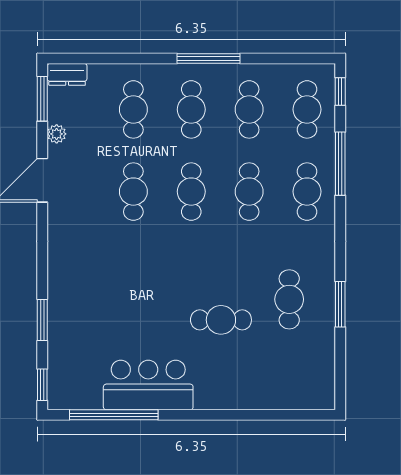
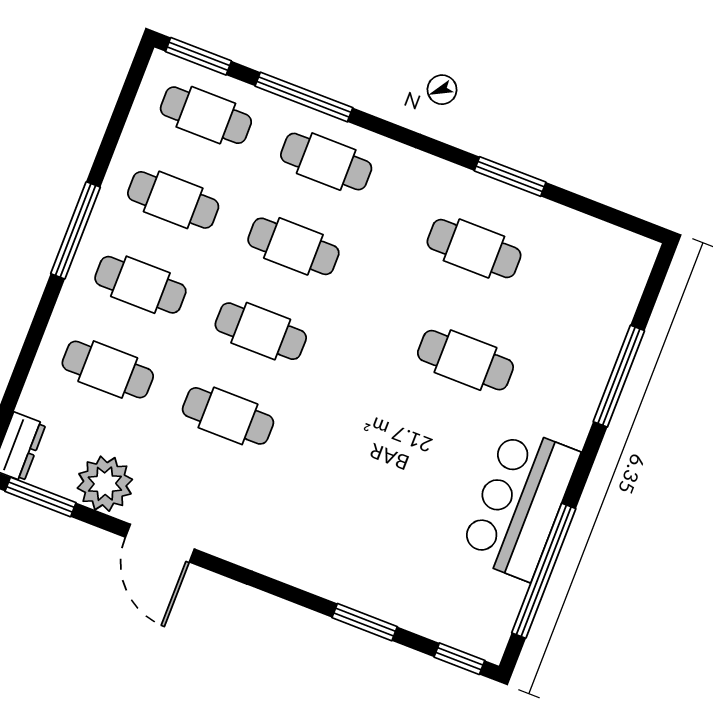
window: (340, 92) -> (198, 56), width x1.50
plant: (57, 134) -> (105, 484), width x1.88, depth x1.88
cafe table: (221, 320) -> (465, 360), turned 90
window: (247, 415) -> (619, 376), added

